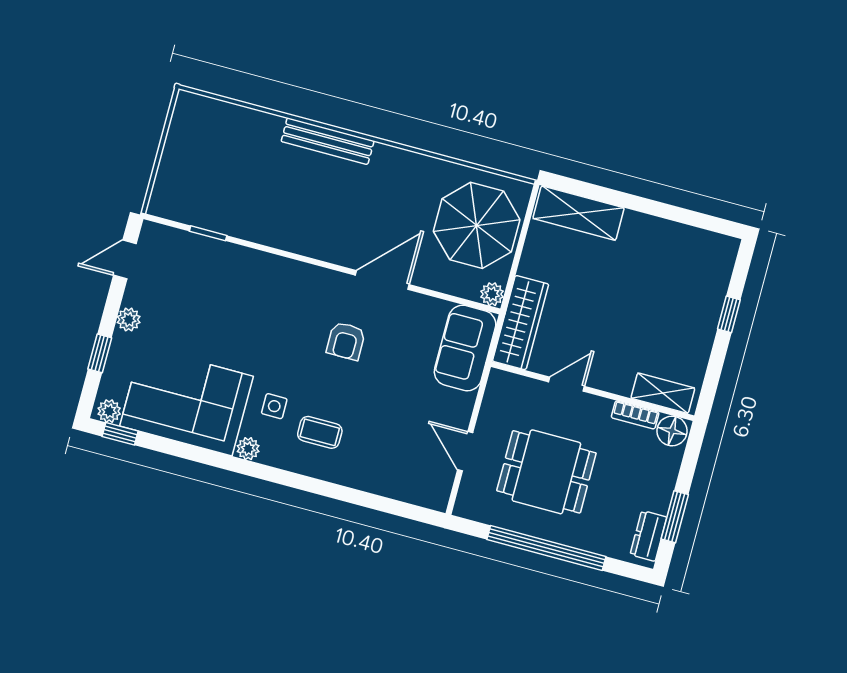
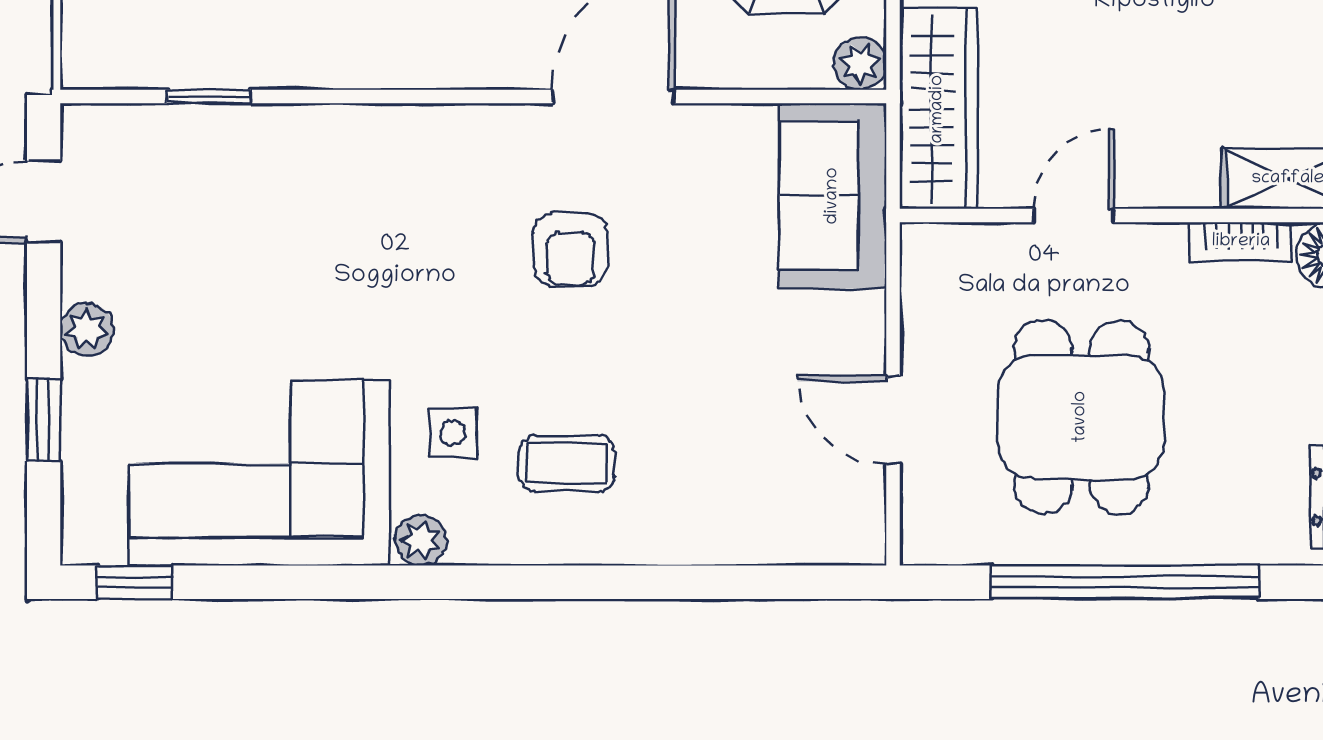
plant: (109, 411) -> (98, 539), removed
dining table: (546, 472) -> (1081, 417), turned 90

